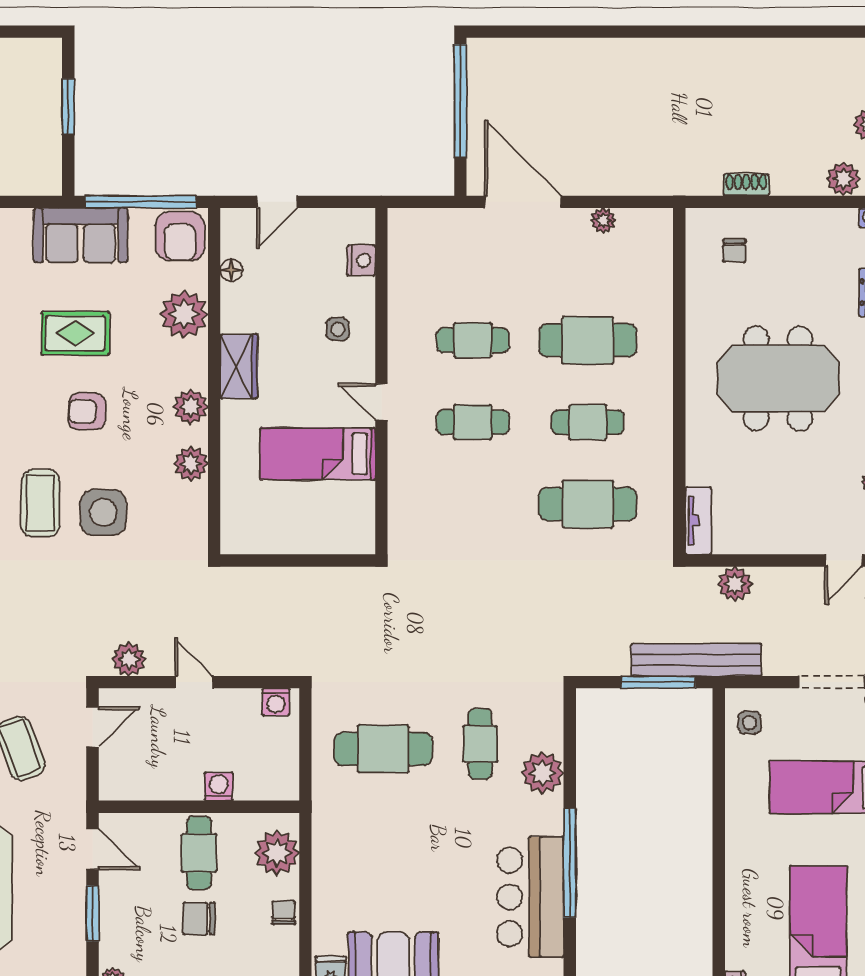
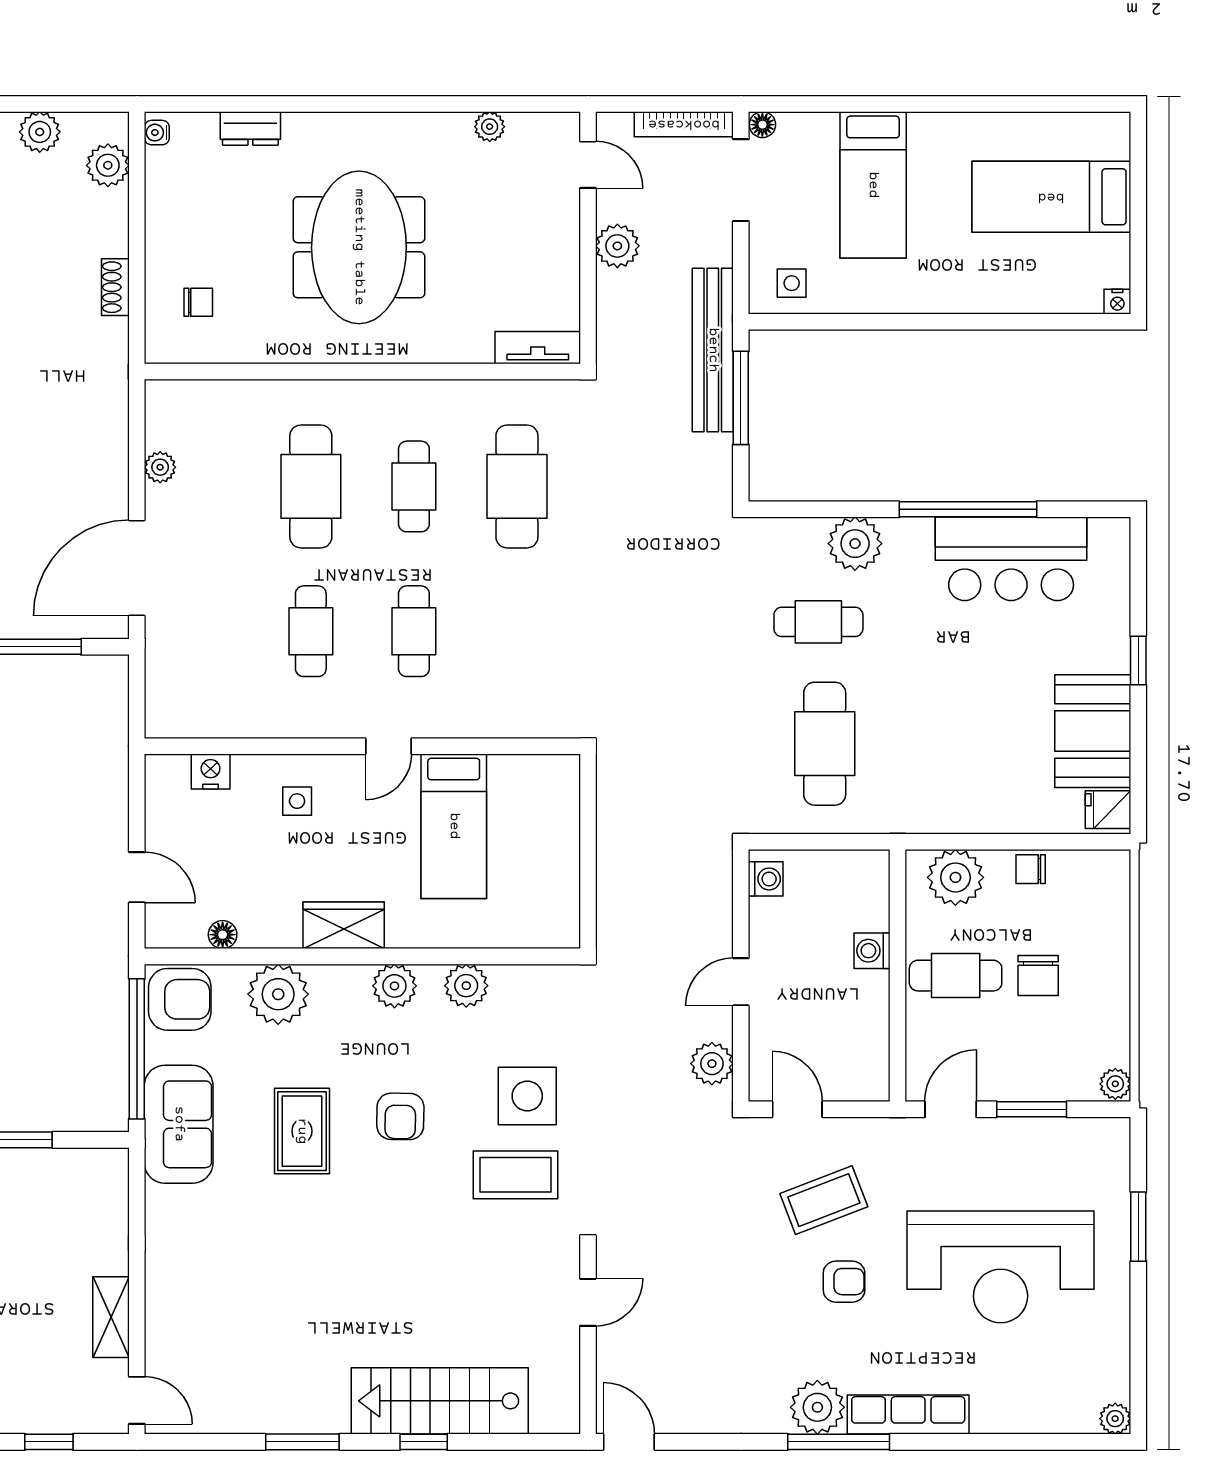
plant: (735, 584) -> (617, 246), moved

